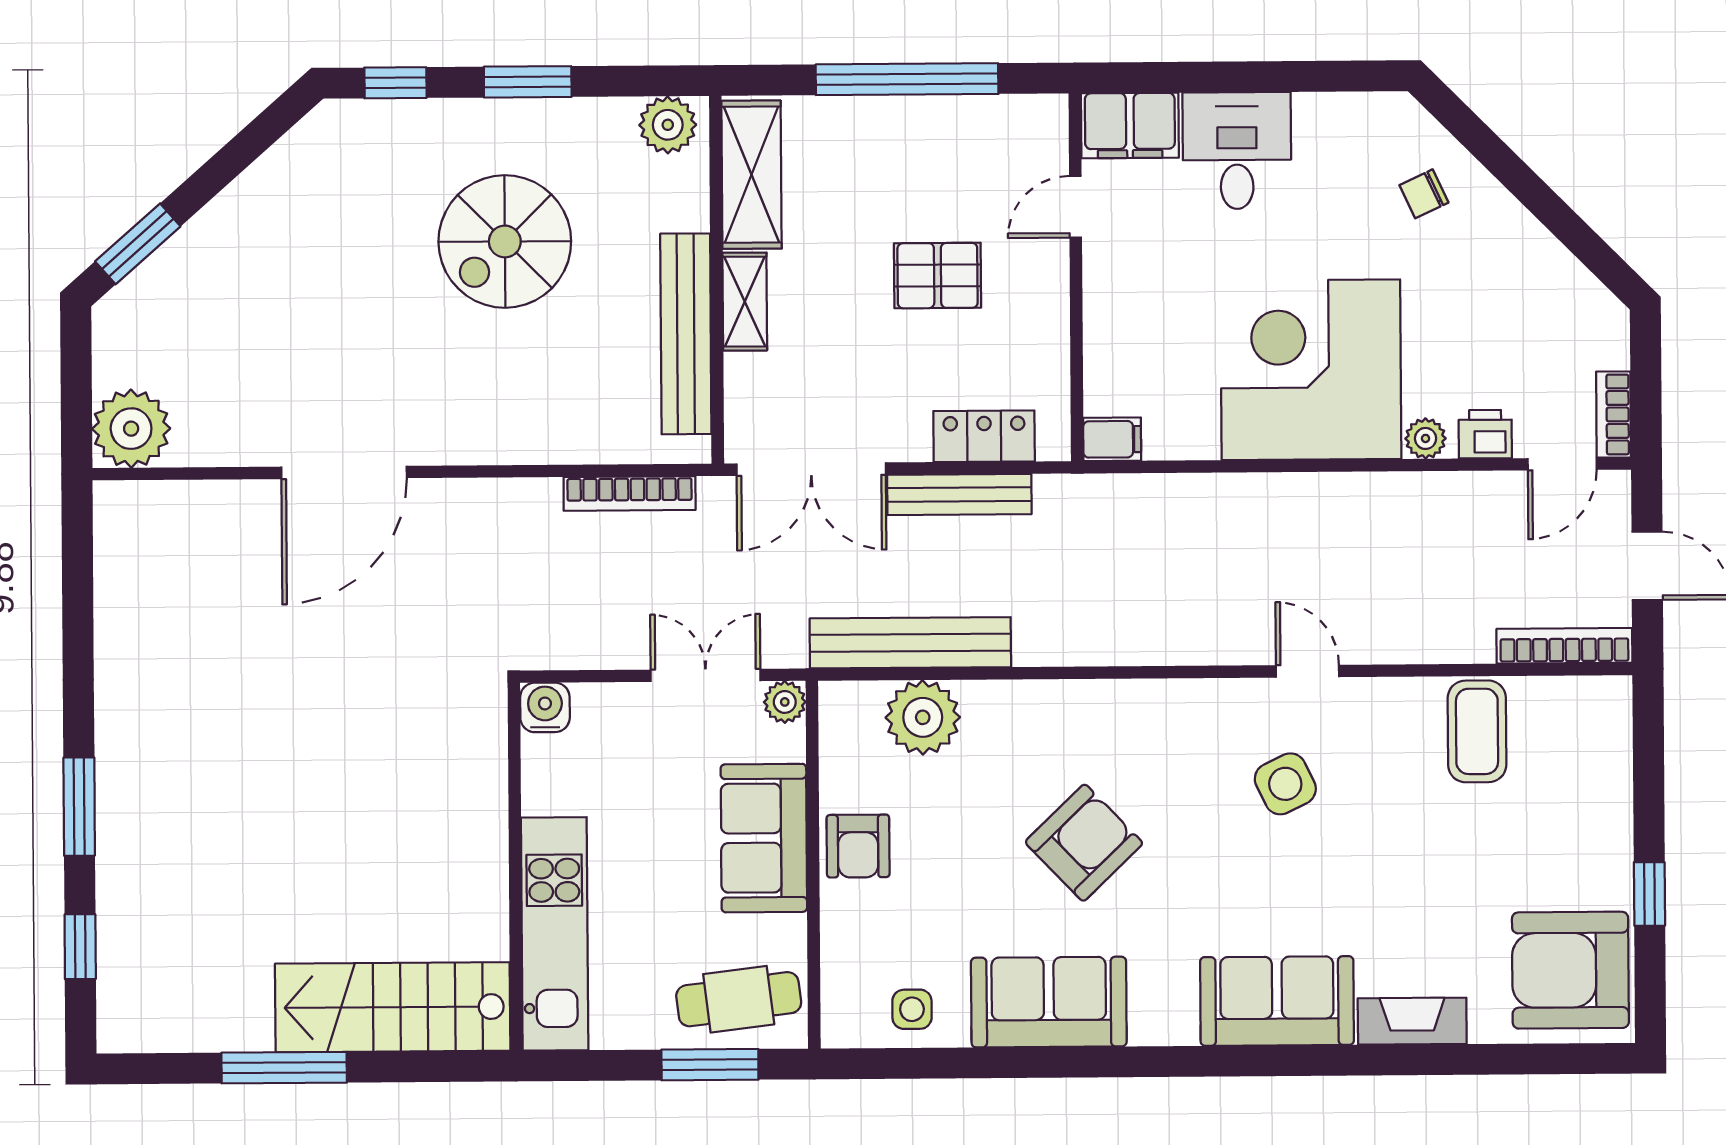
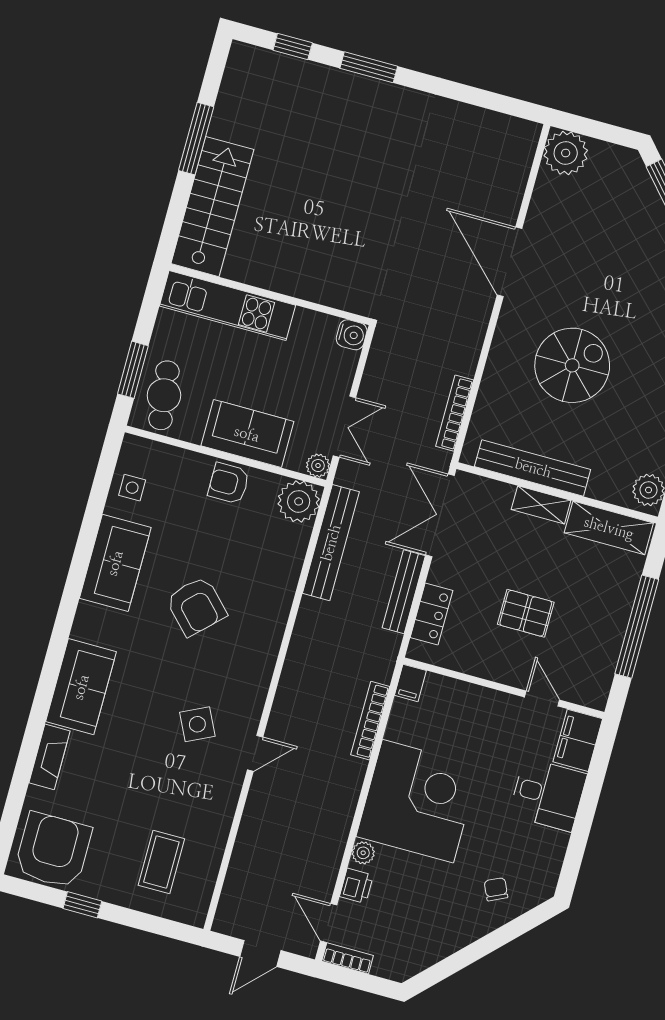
spiral stairs: (505, 241) -> (572, 365), moved, turned 90
pallet: (938, 276) -> (526, 613), turned 90
bookcase: (1564, 646) -> (370, 721), moved, turned 180
plant: (923, 717) -> (299, 501), moved
coffee table: (1477, 731) -> (161, 862), moved, turned 90

